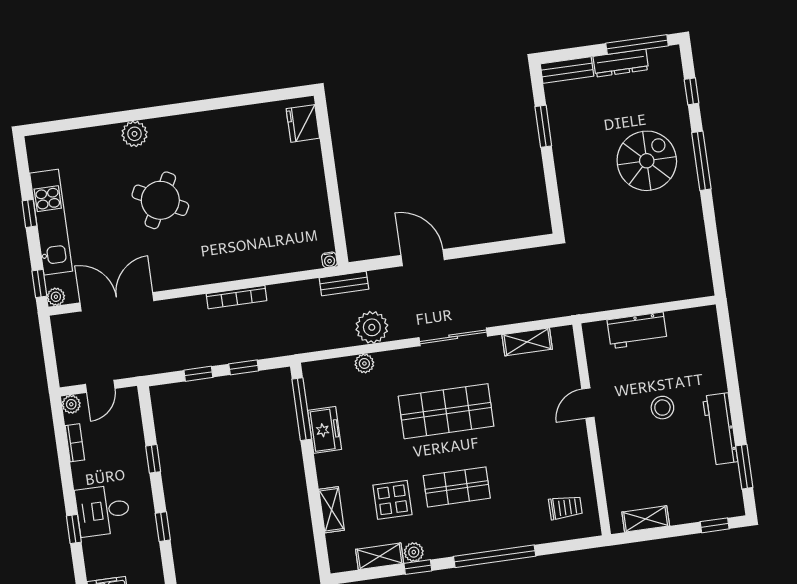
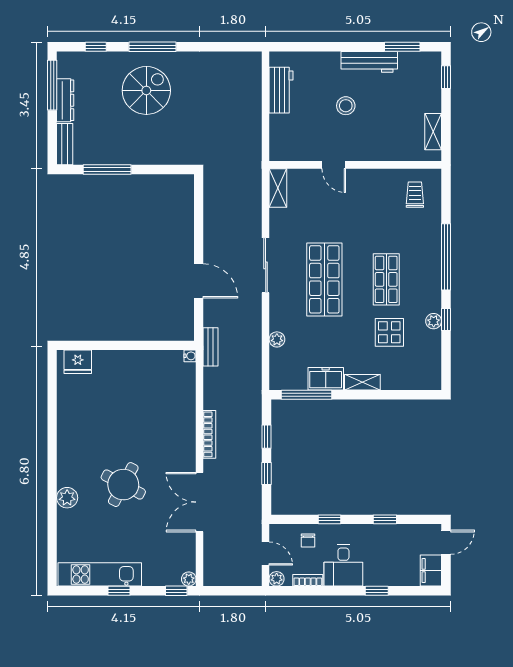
window: (543, 126) -> (107, 169), width x1.44
spiral stairs: (647, 161) -> (146, 90), turned 90
kitchen unit: (51, 222) -> (100, 574), moved
door: (423, 258) -> (199, 281), swing flipped
double door: (117, 302) -> (200, 502), moved
plant: (372, 327) -> (249, 329), removed
workbench: (637, 330) -> (281, 90), moved
shelving: (527, 342) -> (278, 188), moved
chair: (124, 436) -> (308, 541), added
desk: (103, 510) -> (343, 565), moved
shelving: (332, 510) -> (362, 382), moved
shelving: (380, 556) -> (433, 349), removed

